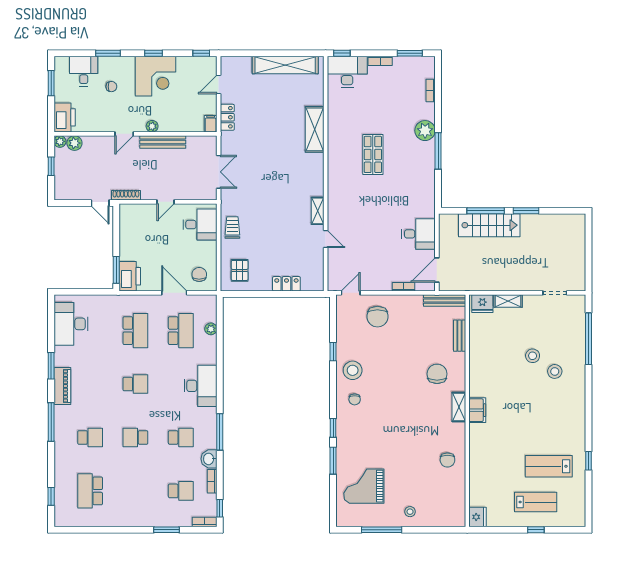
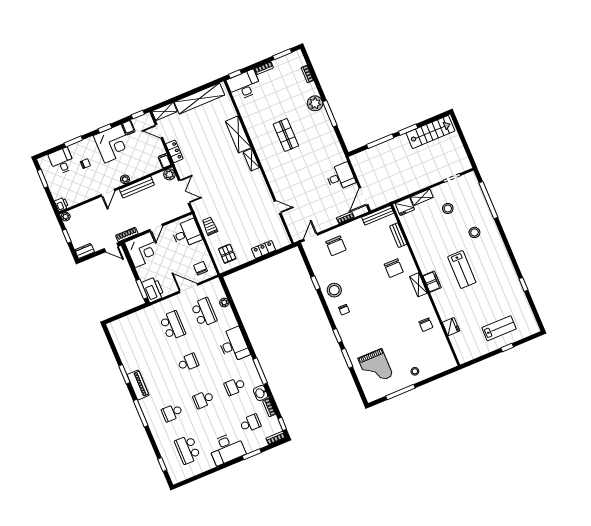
shelving: (236, 63) -> (165, 111), added
filing cabinet: (183, 64) -> (129, 128), added
door: (219, 84) -> (159, 131), hinge flipped
printer: (65, 117) -> (61, 204), width x0.53, depth x0.68
plant: (74, 143) -> (169, 174), moved
dresser: (66, 194) -> (85, 251), added
shelving: (318, 211) -> (251, 160), moved
corner desk: (137, 222) -> (143, 250), added
stairs: (489, 225) -> (430, 132), moved
desk: (71, 324) -> (227, 449), moved, turned -90
stool: (533, 356) -> (448, 208), moved
chair: (437, 374) -> (394, 268), turned 180
school desk: (90, 437) -> (172, 413), turned 180
school desk: (181, 437) -> (235, 386), turned 180
lab bench: (549, 466) -> (462, 270), moved, turned -90
grand piano: (364, 486) -> (376, 367), turned -90
fridge: (478, 517) -> (451, 327), moved

